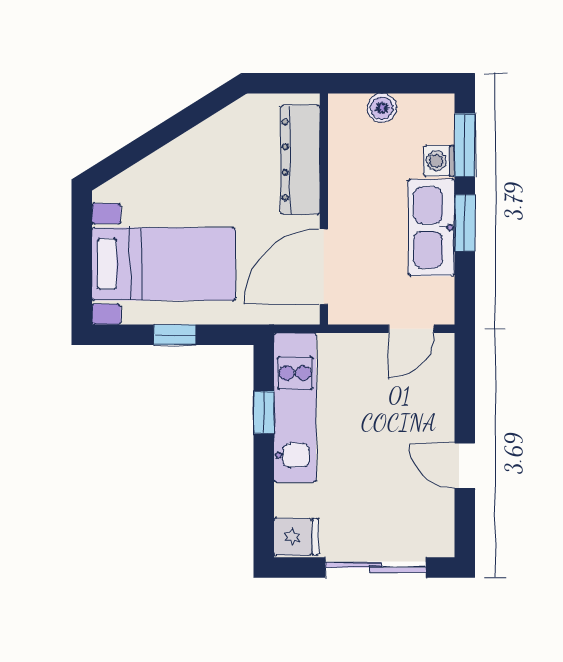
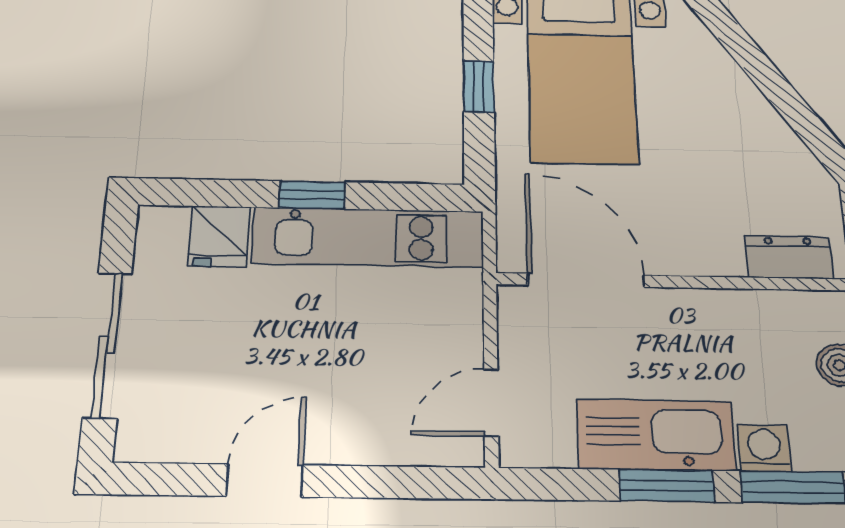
dresser: (300, 160) -> (789, 257), width x0.51, depth x0.80
door: (411, 329) -> (491, 403), hinge flipped
window: (264, 412) -> (312, 195), moved
fridge: (296, 537) -> (219, 236), moved

